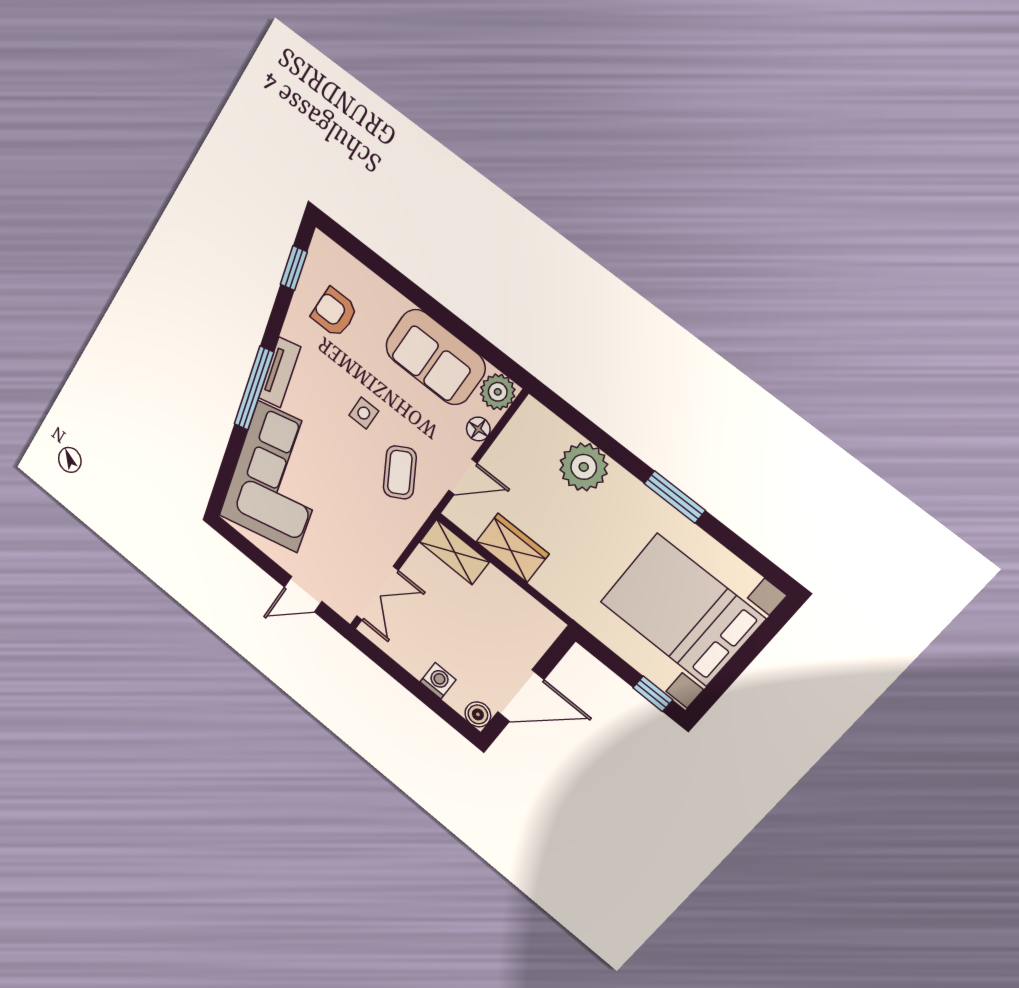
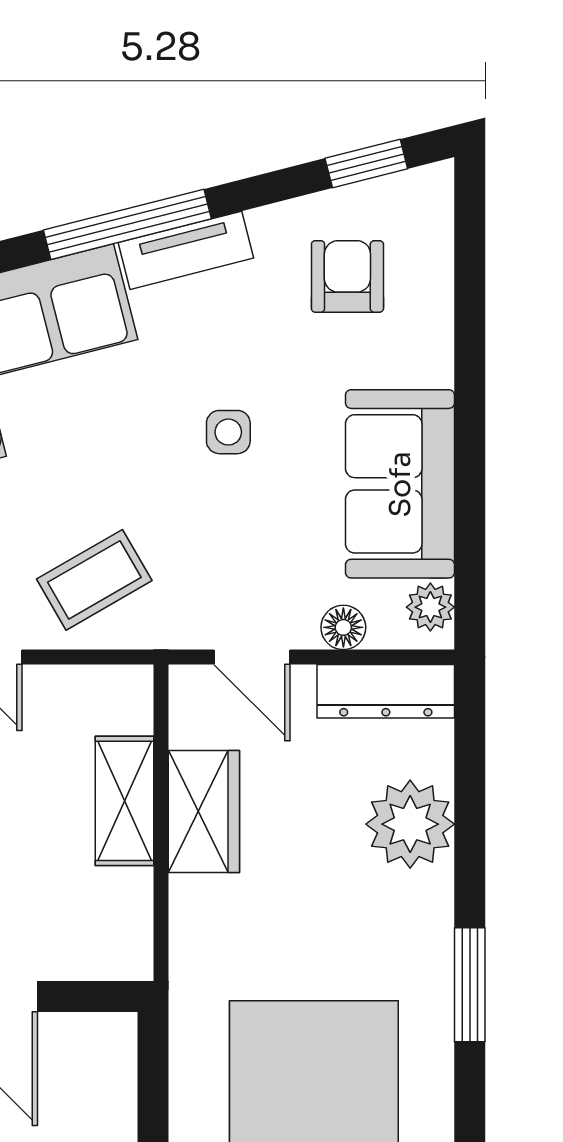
plant: (498, 392) -> (430, 607), width x0.73, depth x0.73
dresser: (519, 432) -> (386, 691), added
coffee table: (400, 472) -> (94, 580), moved
shelving: (454, 552) -> (125, 801), moved

